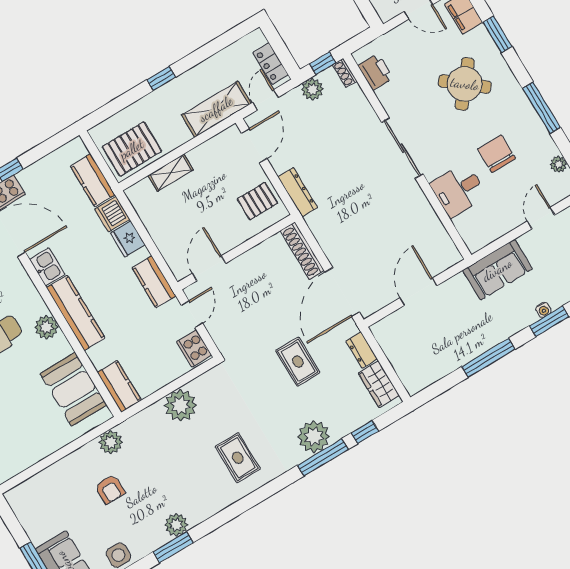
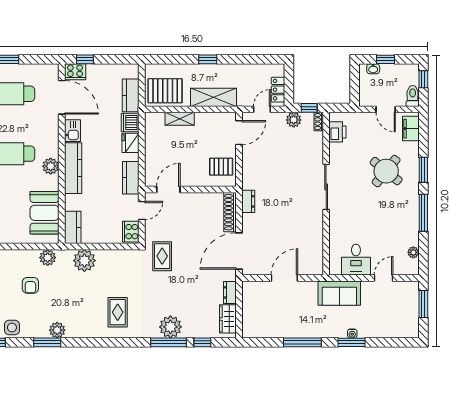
window: (497, 34) -> (423, 170), moved
shelving: (216, 109) -> (214, 97), moved
chair: (497, 154) -> (380, 224), removed
desk: (458, 190) -> (356, 260), moved, turned -90
dresser: (298, 192) -> (248, 201), moved, width x0.70
rug: (298, 362) -> (162, 256), moved
plant: (180, 405) -> (84, 261), moved

